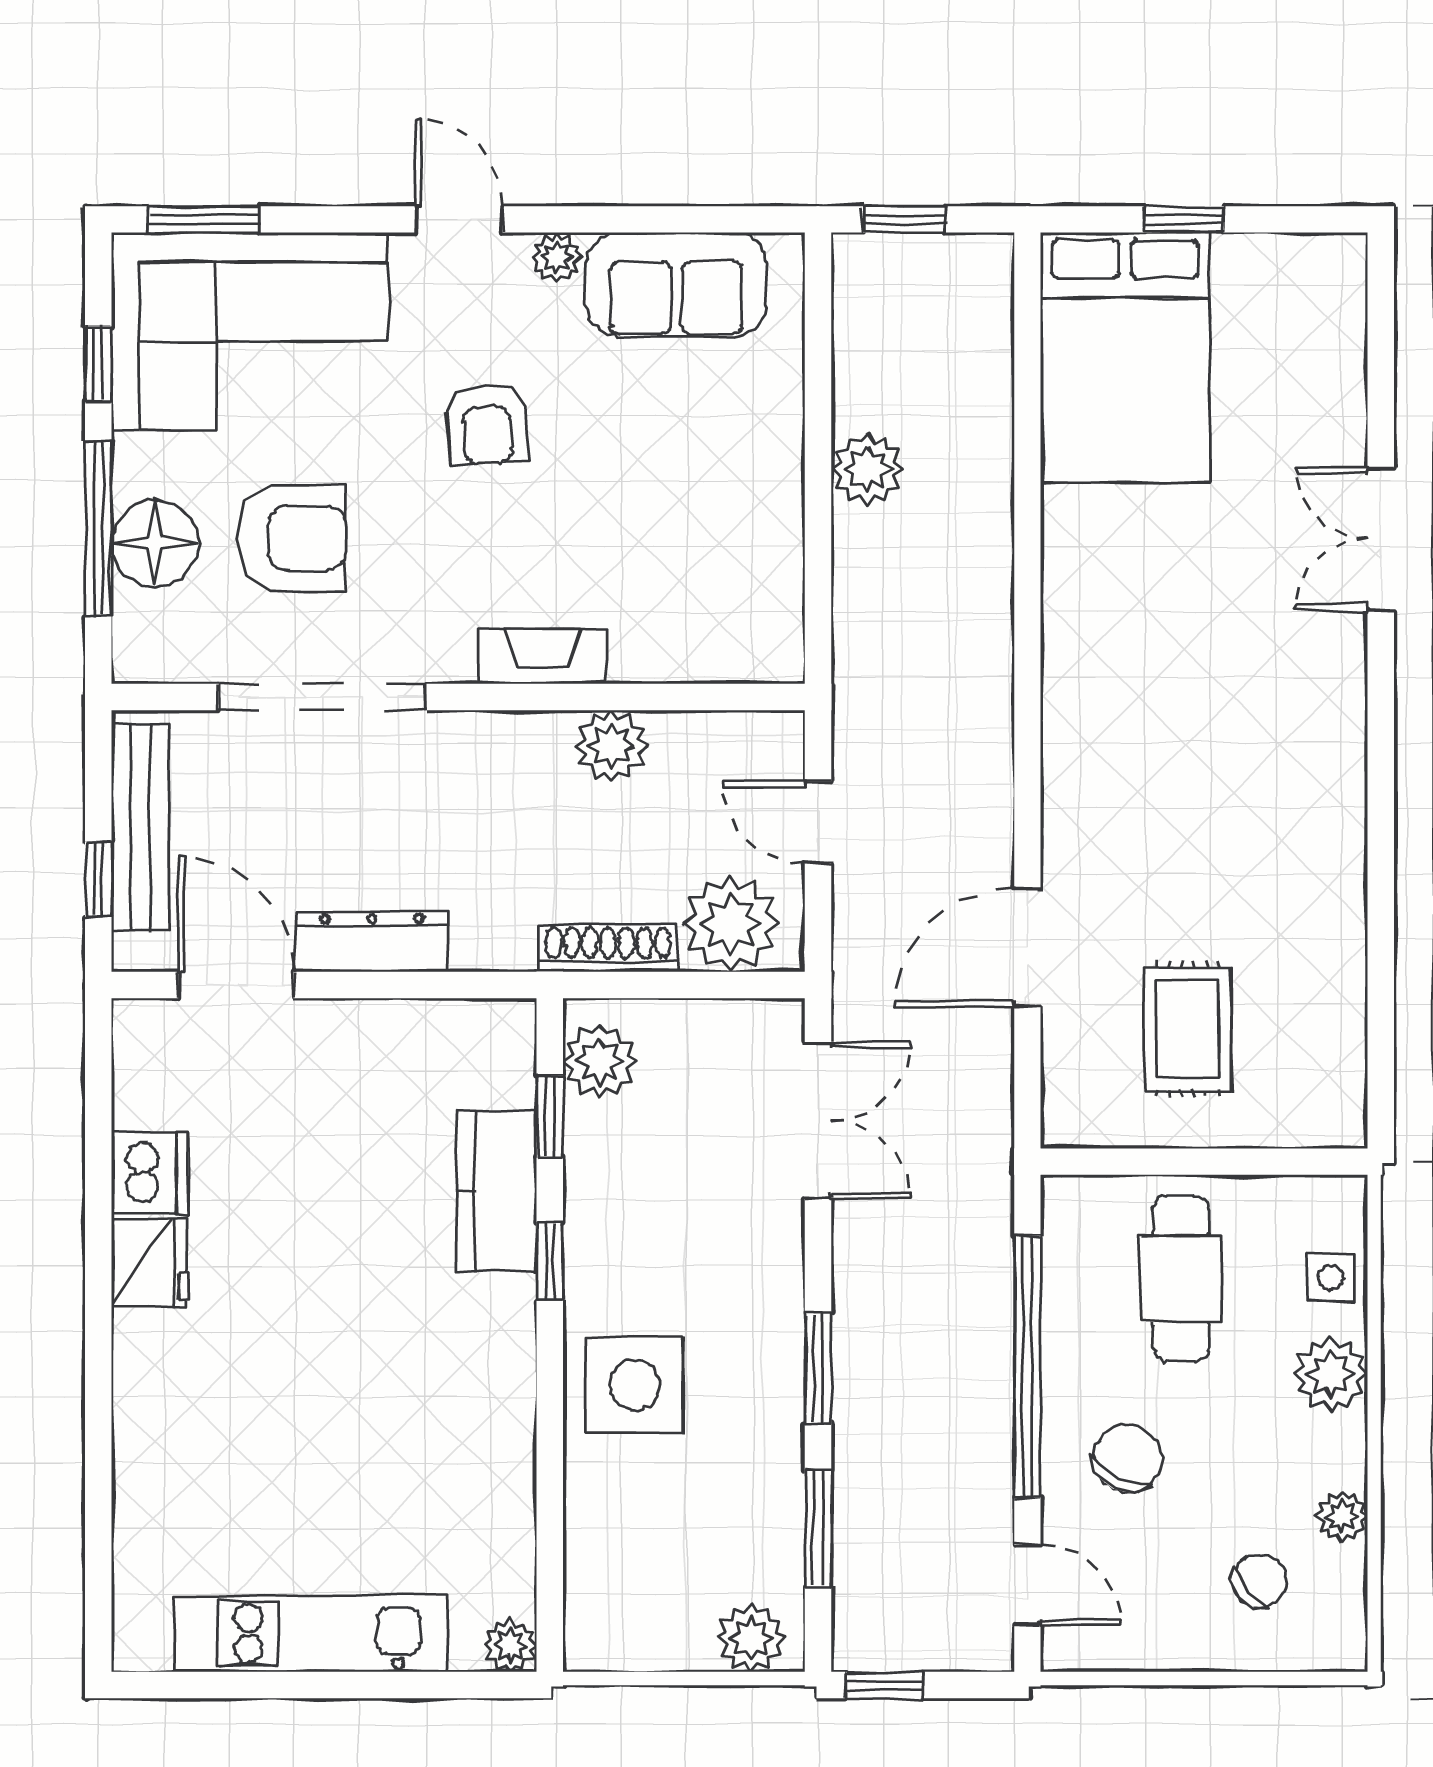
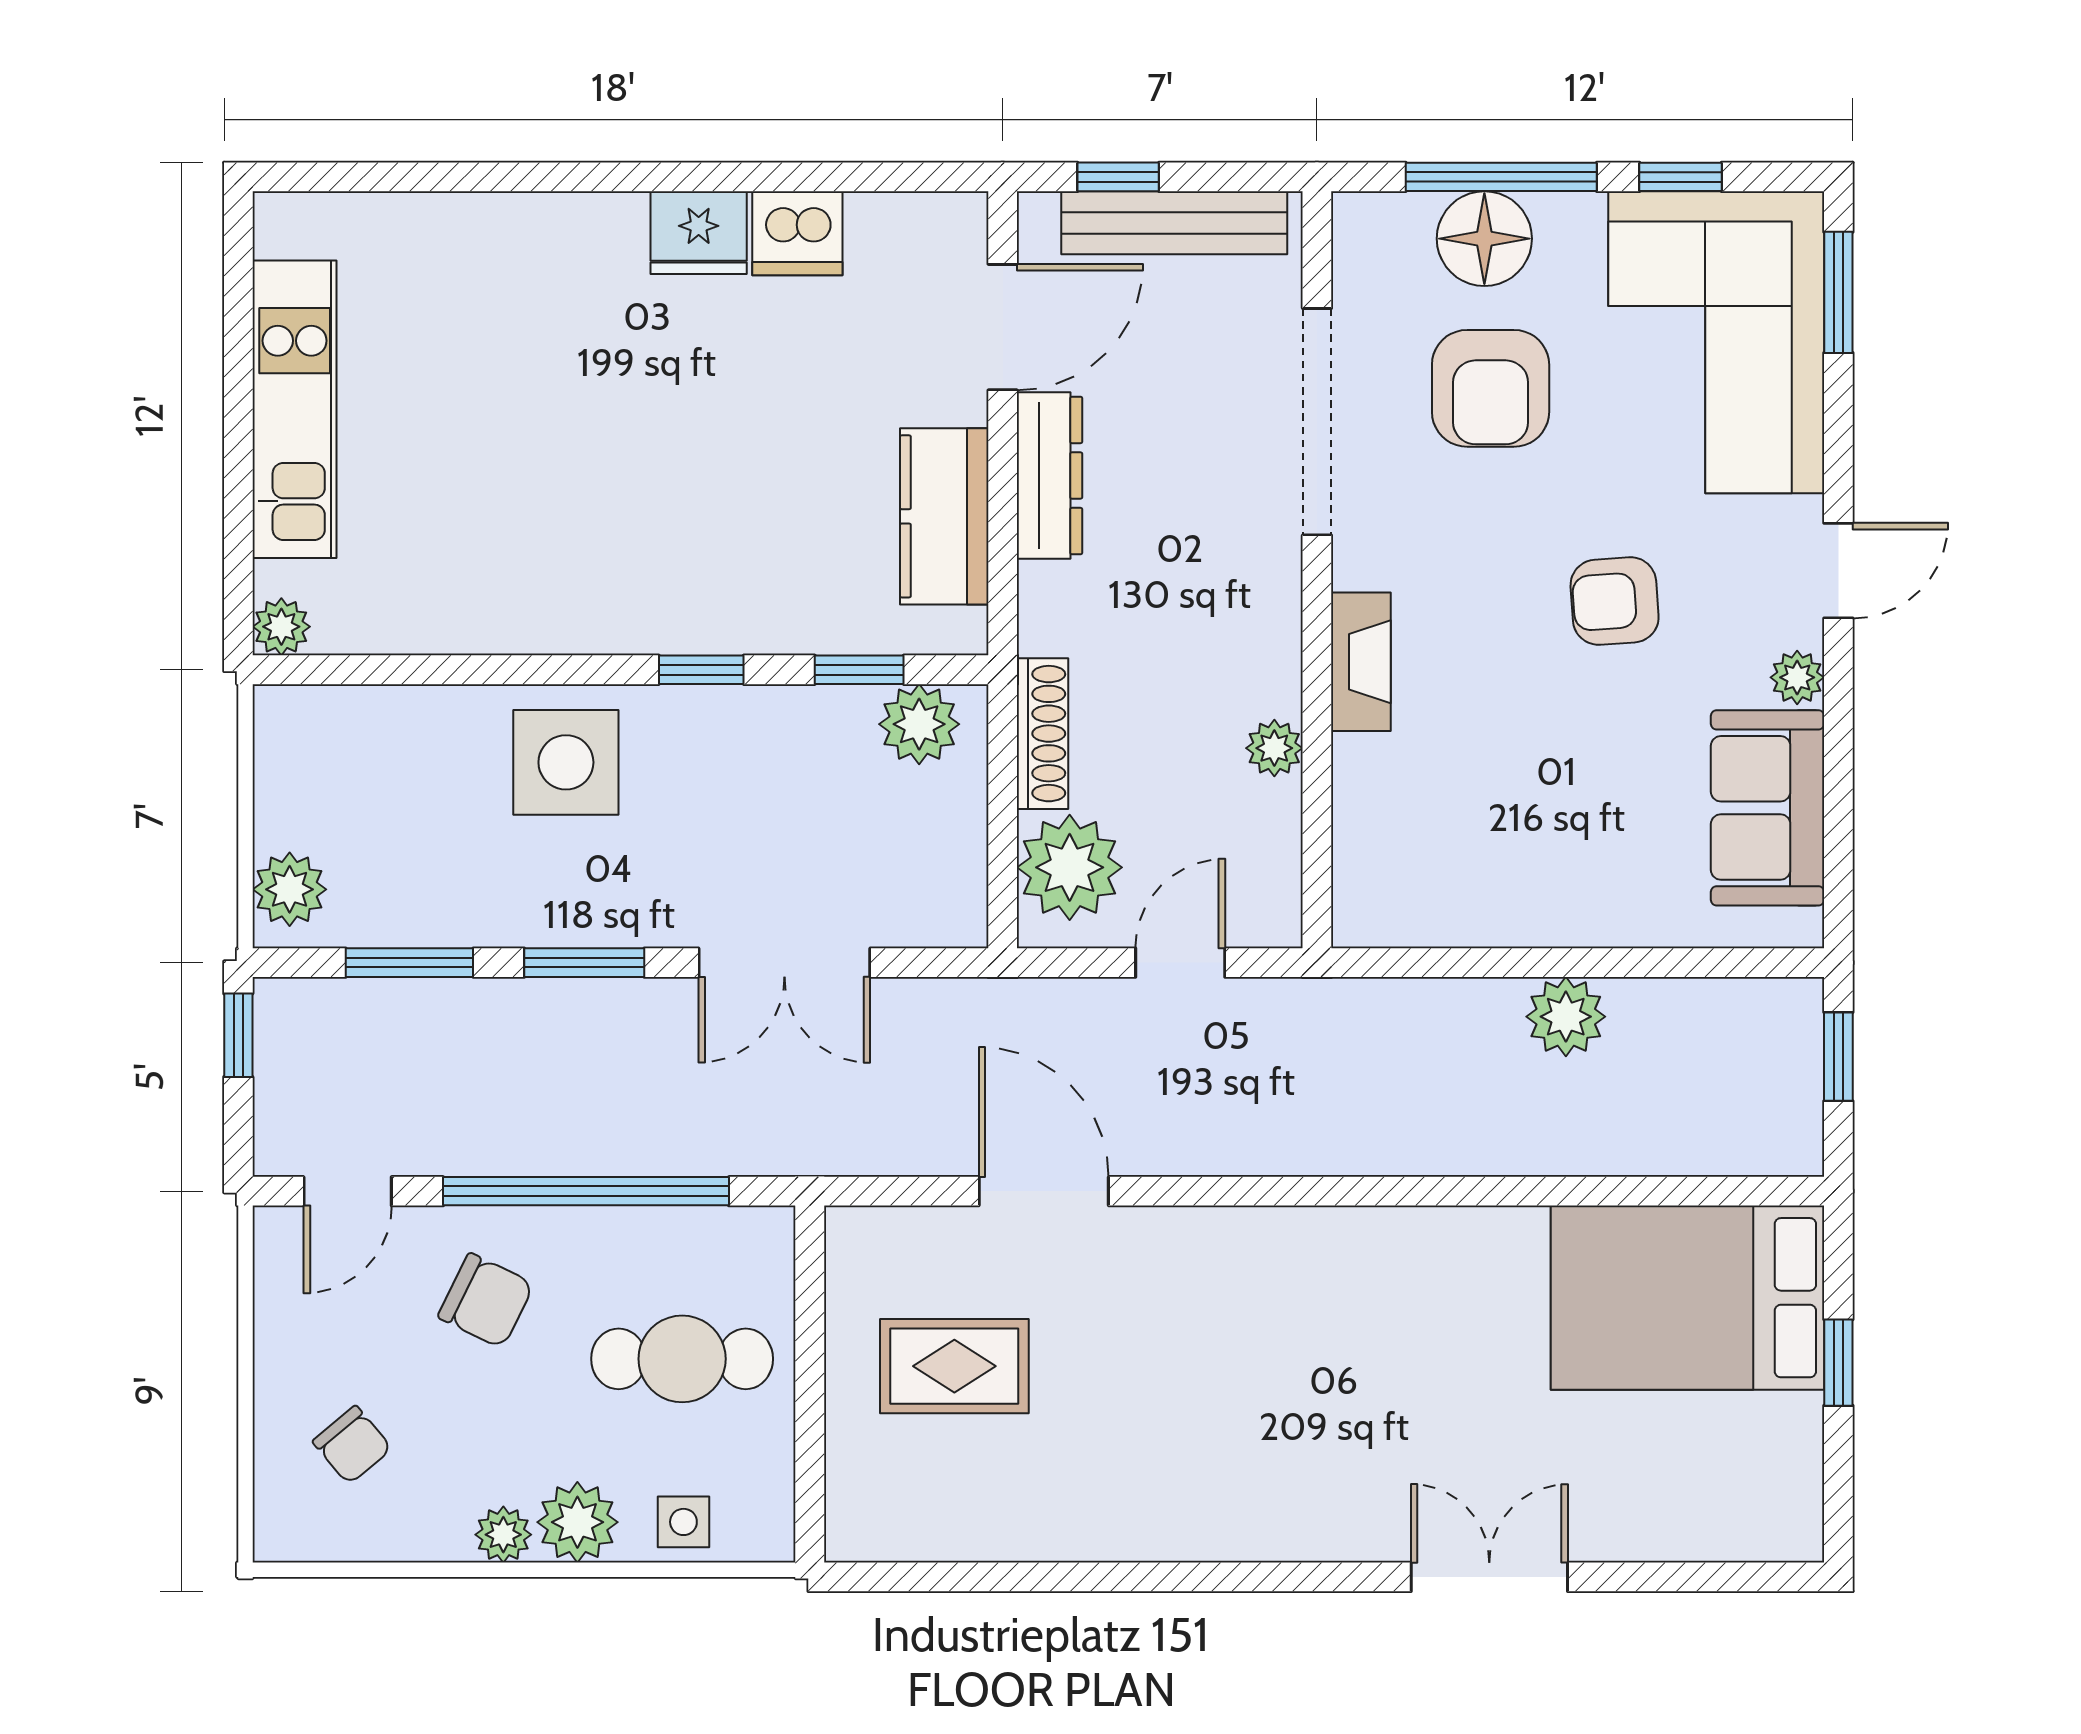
plant: (612, 746) -> (1274, 748), width x0.73, depth x0.73
double door: (818, 1121) -> (784, 963), moved
kitchen counter: (496, 1191) -> (944, 516), moved, turned -90
plant: (1342, 1517) -> (503, 1535), moved

